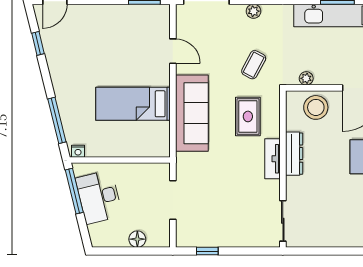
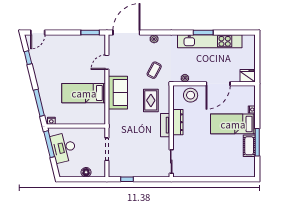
door: (173, 51) -> (107, 62), swing flipped
sofa: (192, 113) -> (118, 93), width x0.73

